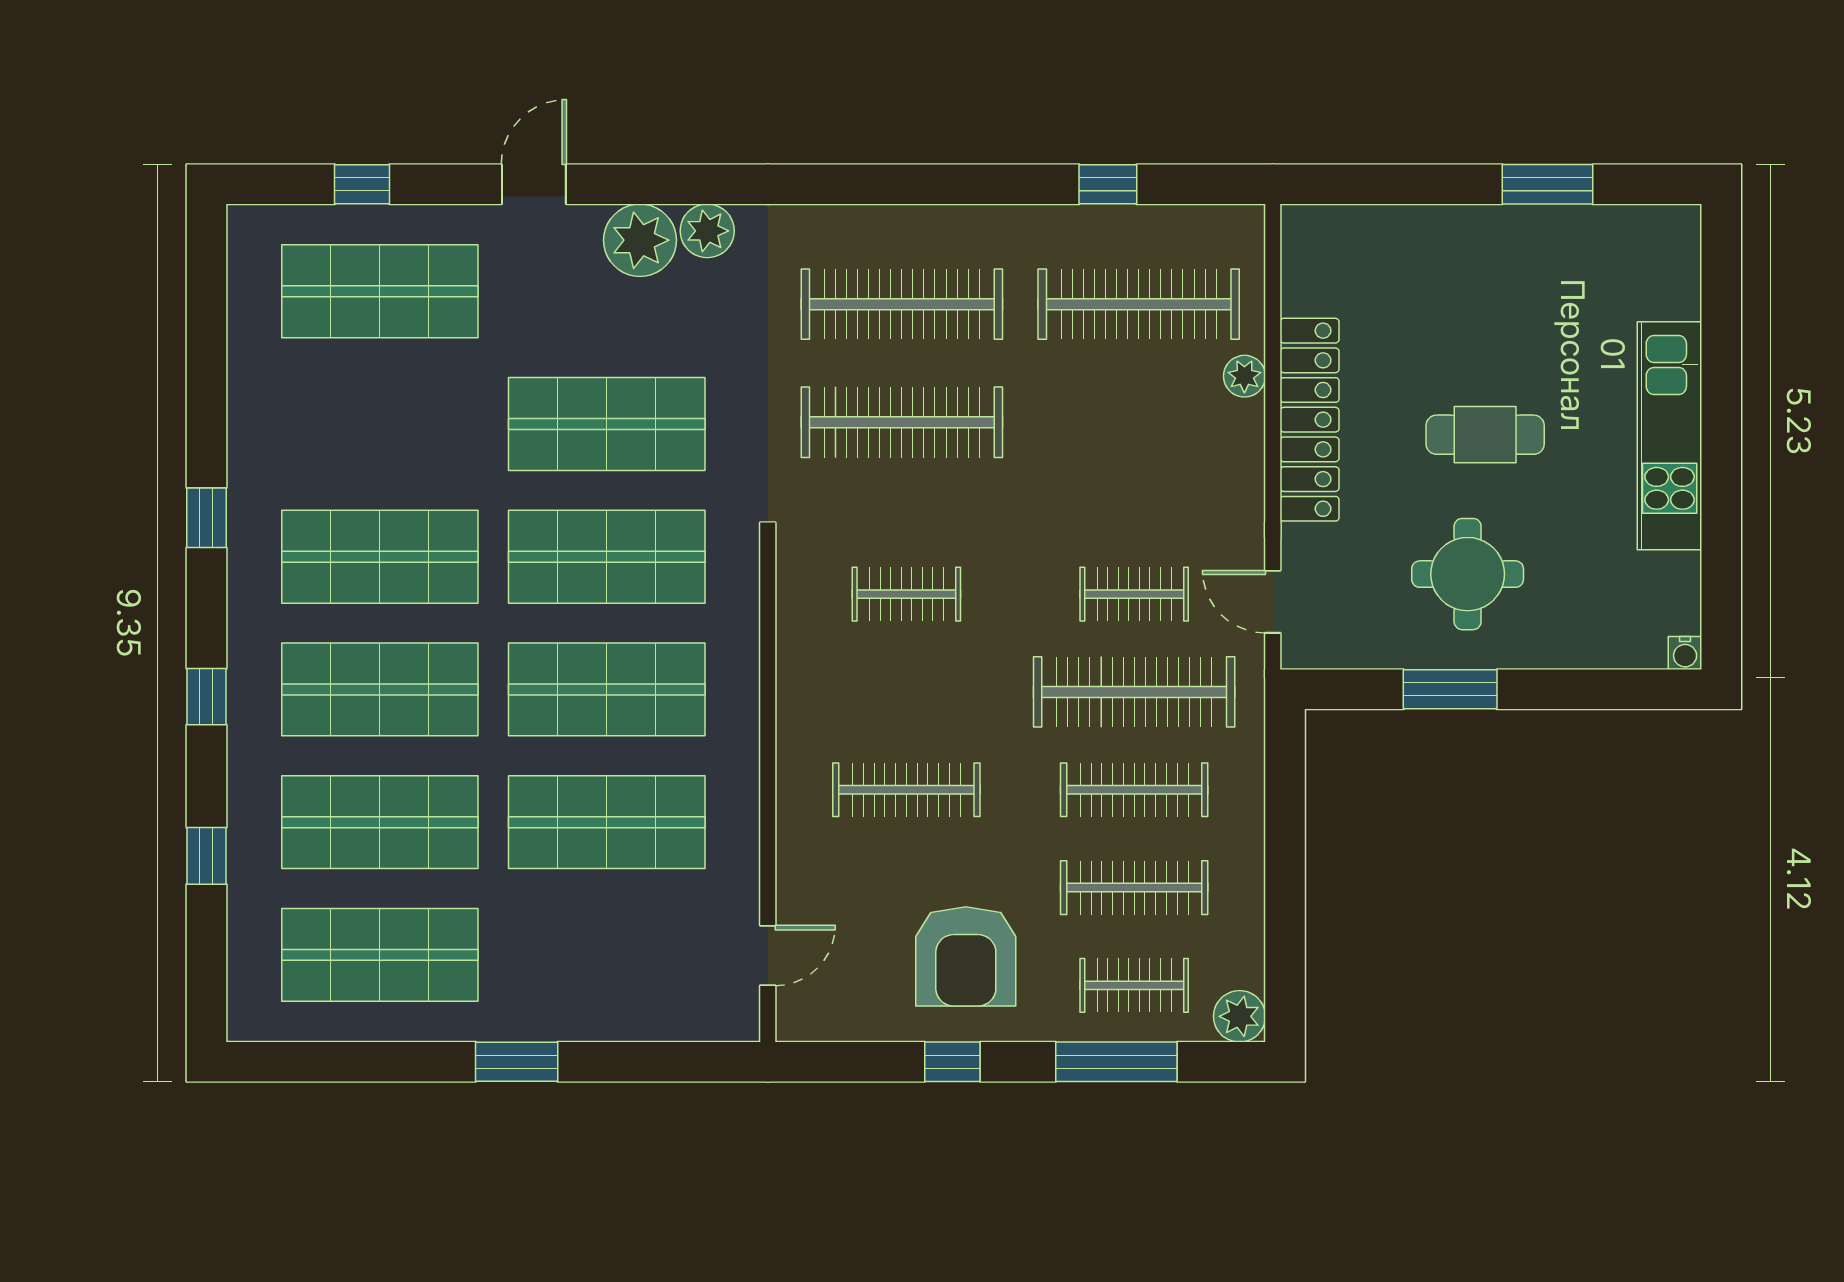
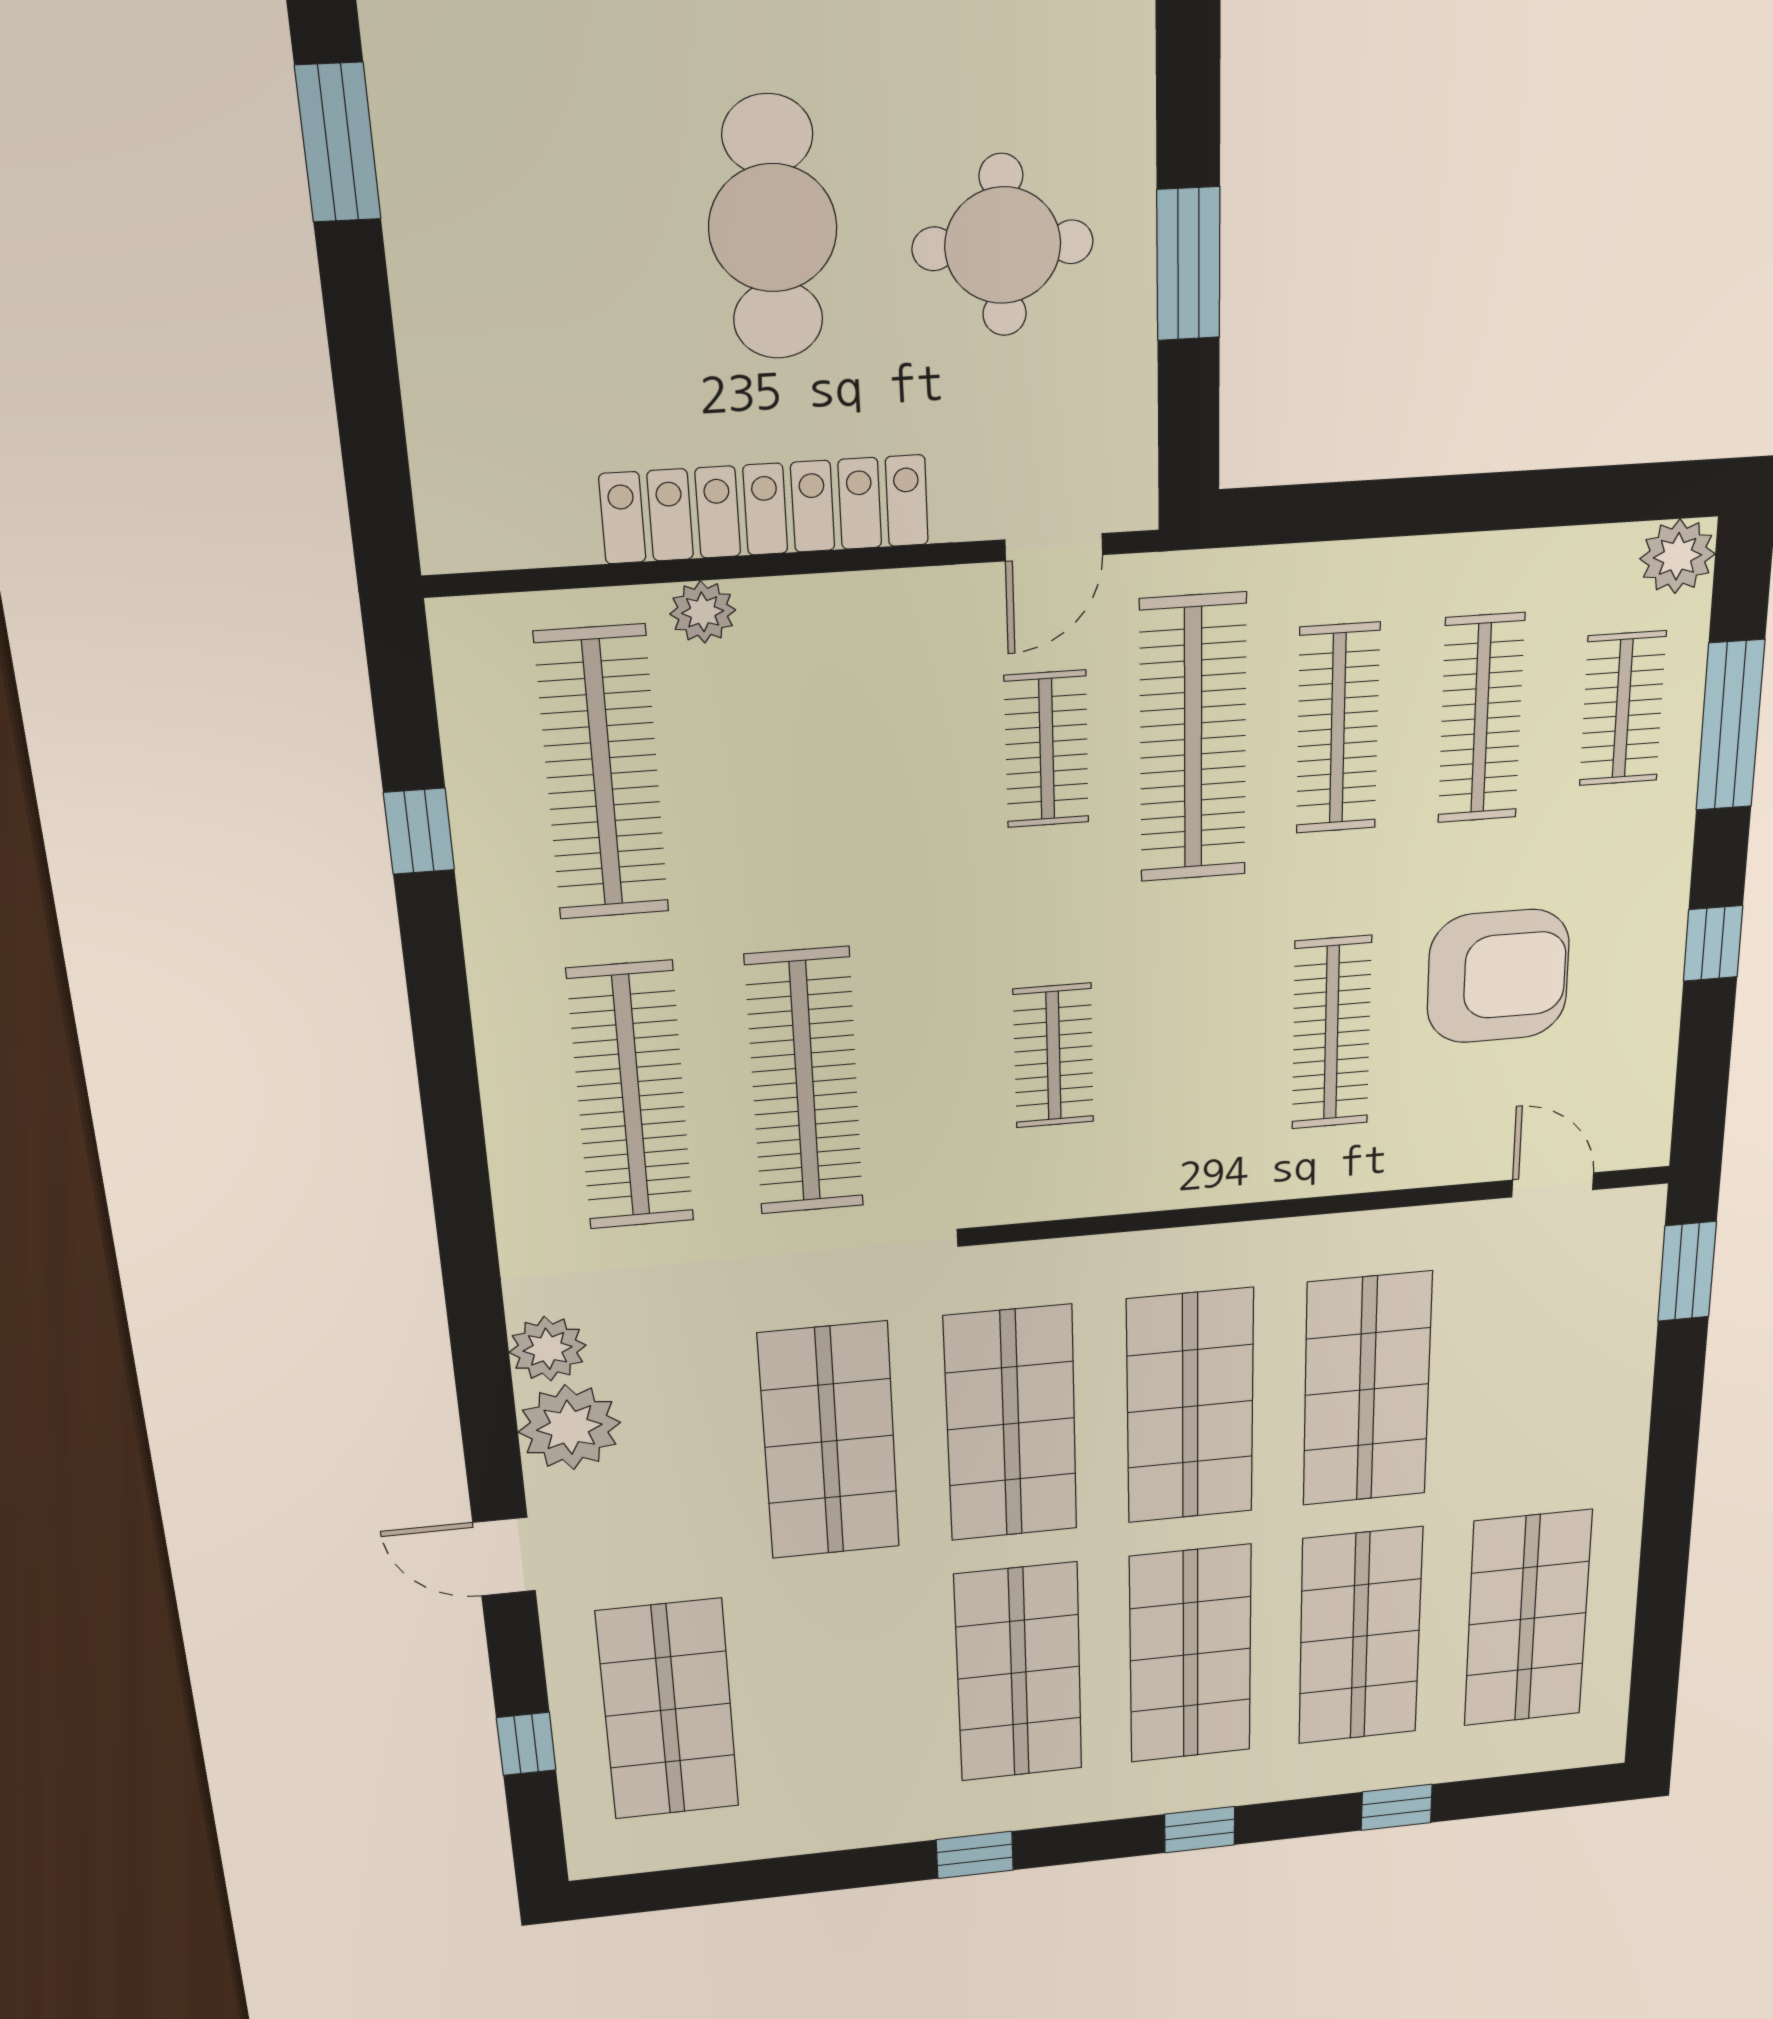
cafe table: (1485, 435) -> (773, 228), width x1.37, depth x1.35
armchair: (966, 956) -> (1498, 976), moved
window: (517, 1062) -> (1687, 1272), moved

